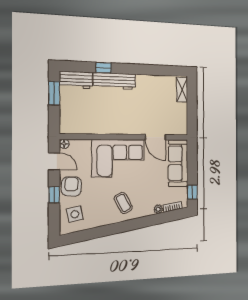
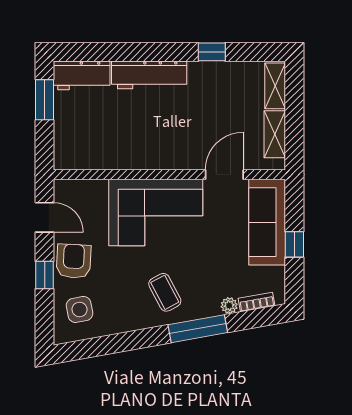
window: (104, 68) -> (212, 52), moved
shelving: (182, 116) -> (275, 134), added
door: (155, 137) -> (224, 175), swing flipped
floor lamp: (64, 144) -> (62, 187), removed
window: (192, 192) -> (294, 244), moved
window: (141, 223) -> (198, 329), added

